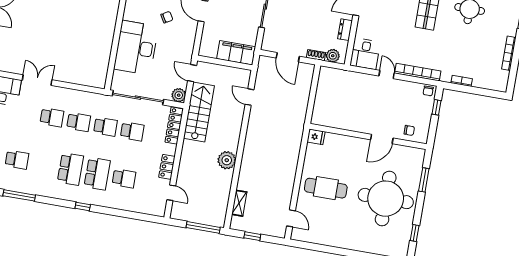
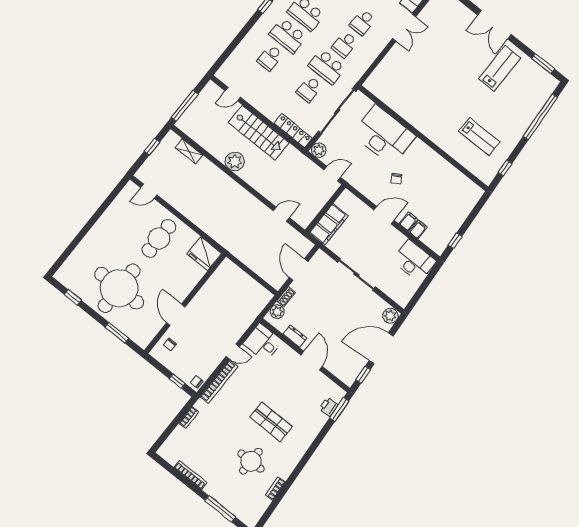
door: (288, 57) -> (299, 270), hinge flipped
stairs: (199, 112) -> (259, 133), moved
school desk: (105, 127) -> (327, 67), width x1.85
fridge: (316, 137) -> (204, 254), width x1.88, depth x1.34
locker: (167, 167) -> (259, 103), removed

